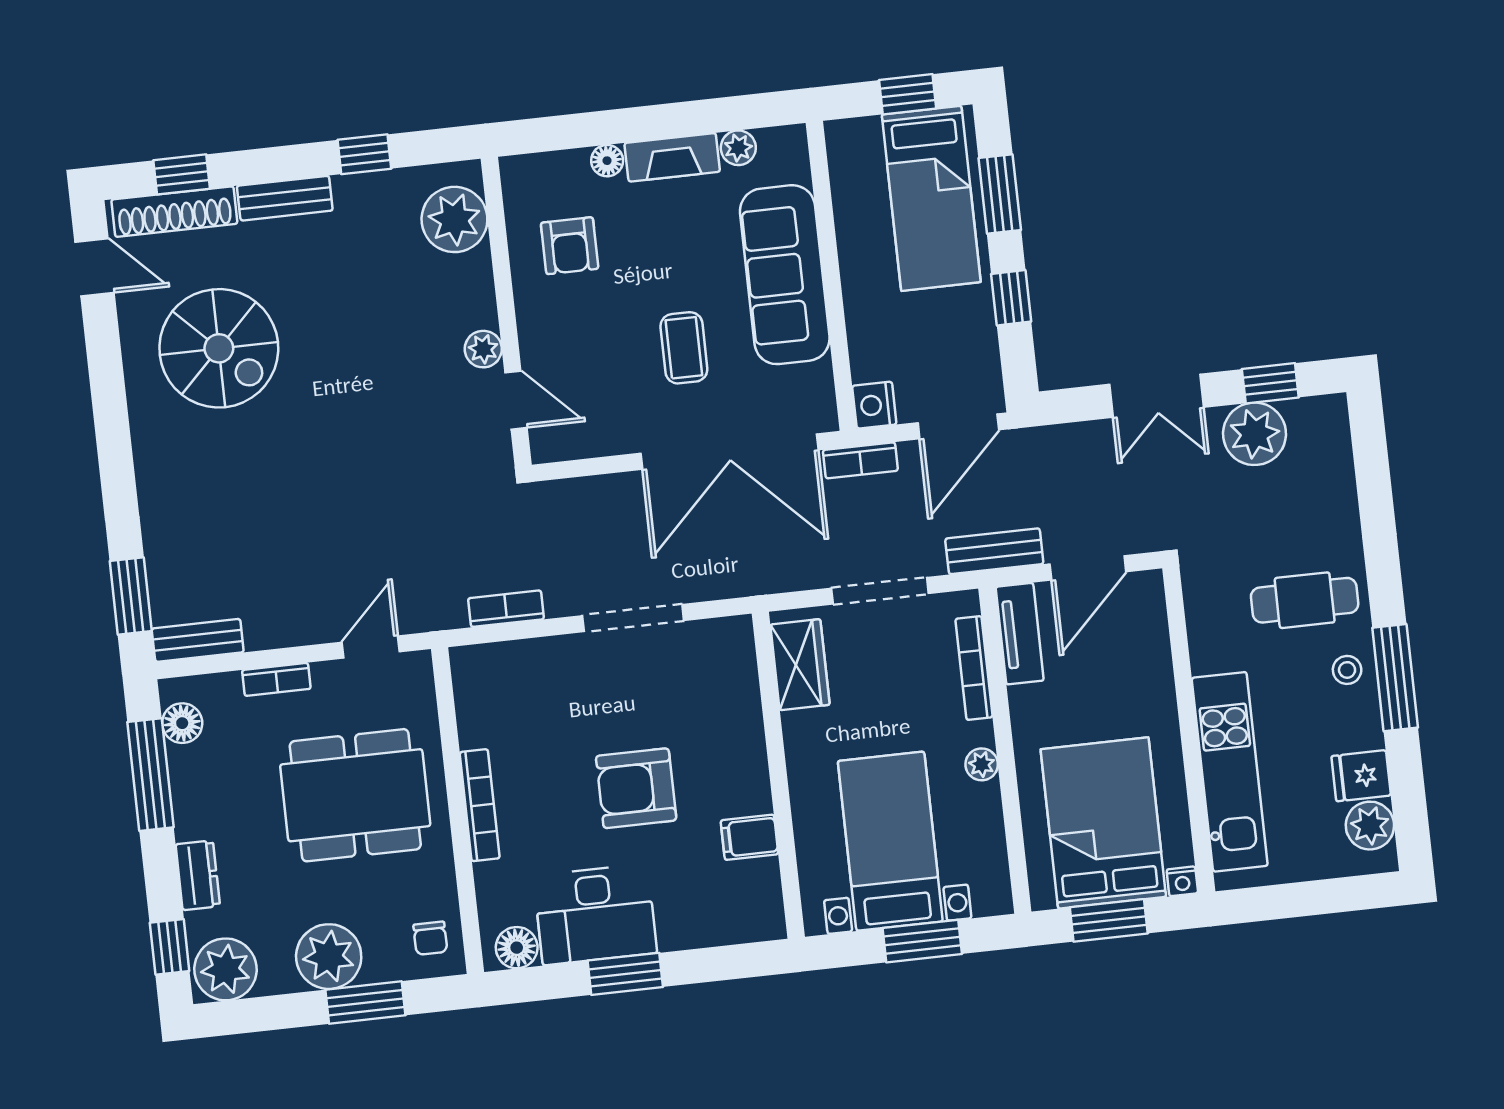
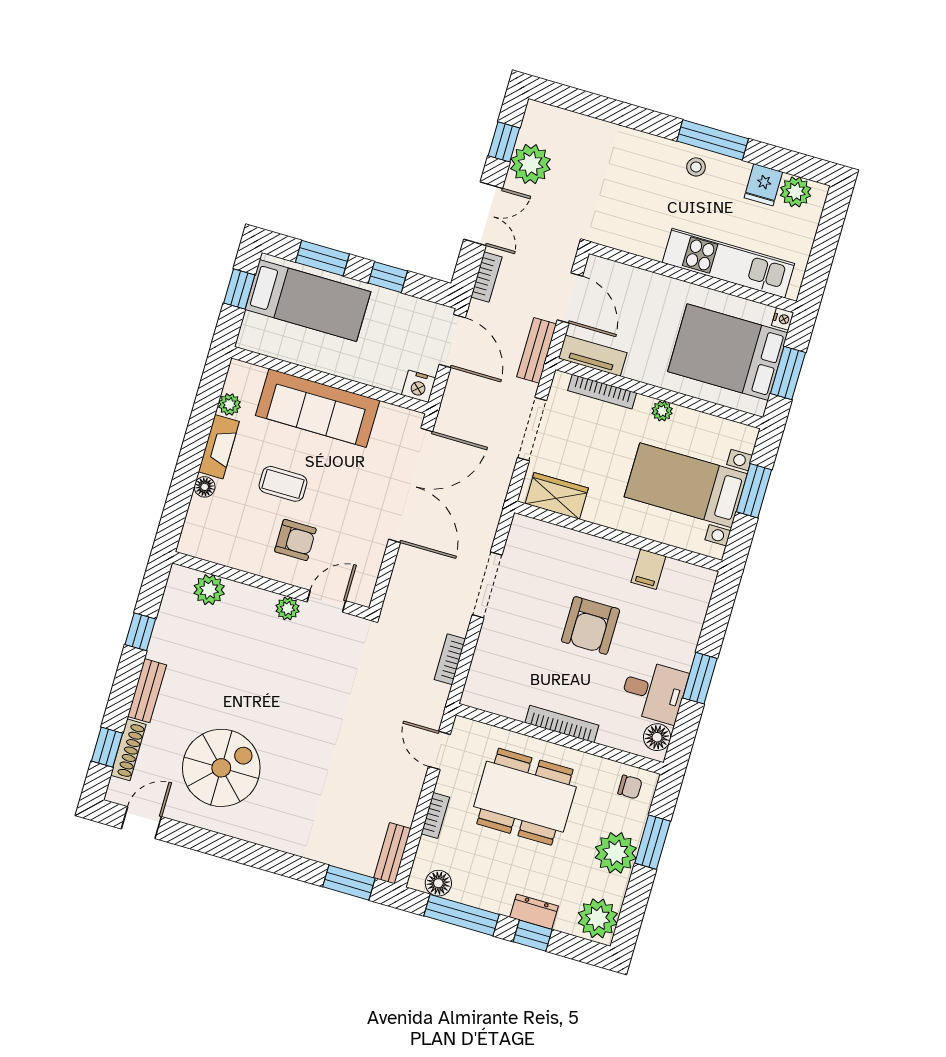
shoe rack: (174, 212) -> (128, 750), width x0.74, depth x0.81
plant: (454, 219) -> (209, 590), width x0.73, depth x0.73
armchair: (570, 246) -> (295, 540), moved
coffee table: (684, 348) -> (283, 484), moved
bookcase: (860, 460) -> (486, 277), moved
cafe table: (1305, 600) -> (643, 175), removed
dining table: (355, 795) -> (525, 797), turned 90
desk: (595, 914) -> (654, 691), width x0.73
window: (170, 947) -> (533, 936), moved

